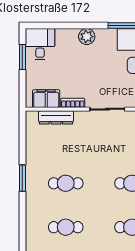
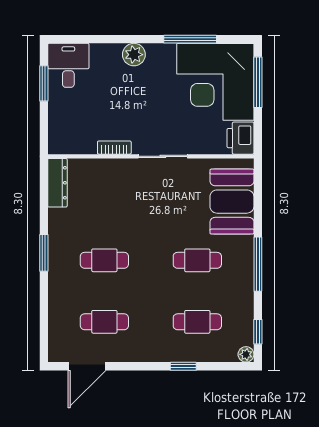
filing cabinet: (46, 99) -> (77, 142), removed
dresser: (56, 117) -> (57, 183), moved, turned -90

